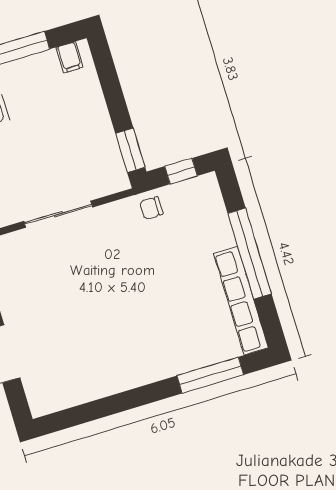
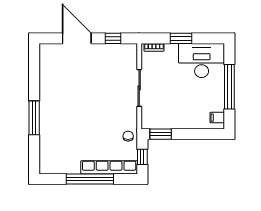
row of seats: (241, 301) -> (109, 167), moved
window: (210, 375) -> (34, 118), moved

